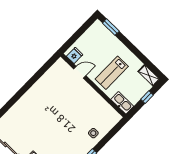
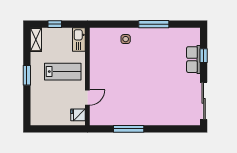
window: (111, 27) -> (27, 75), moved
door: (80, 72) -> (87, 98), swing flipped
window: (34, 79) -> (129, 129), added

